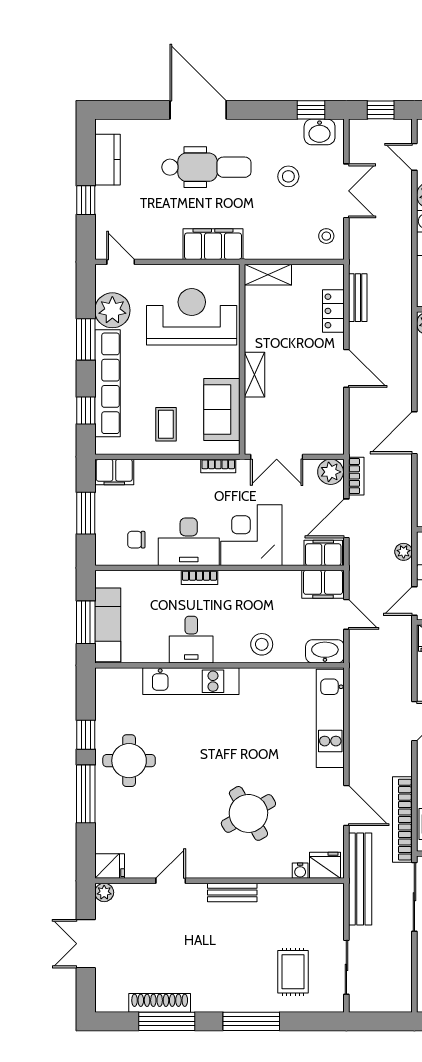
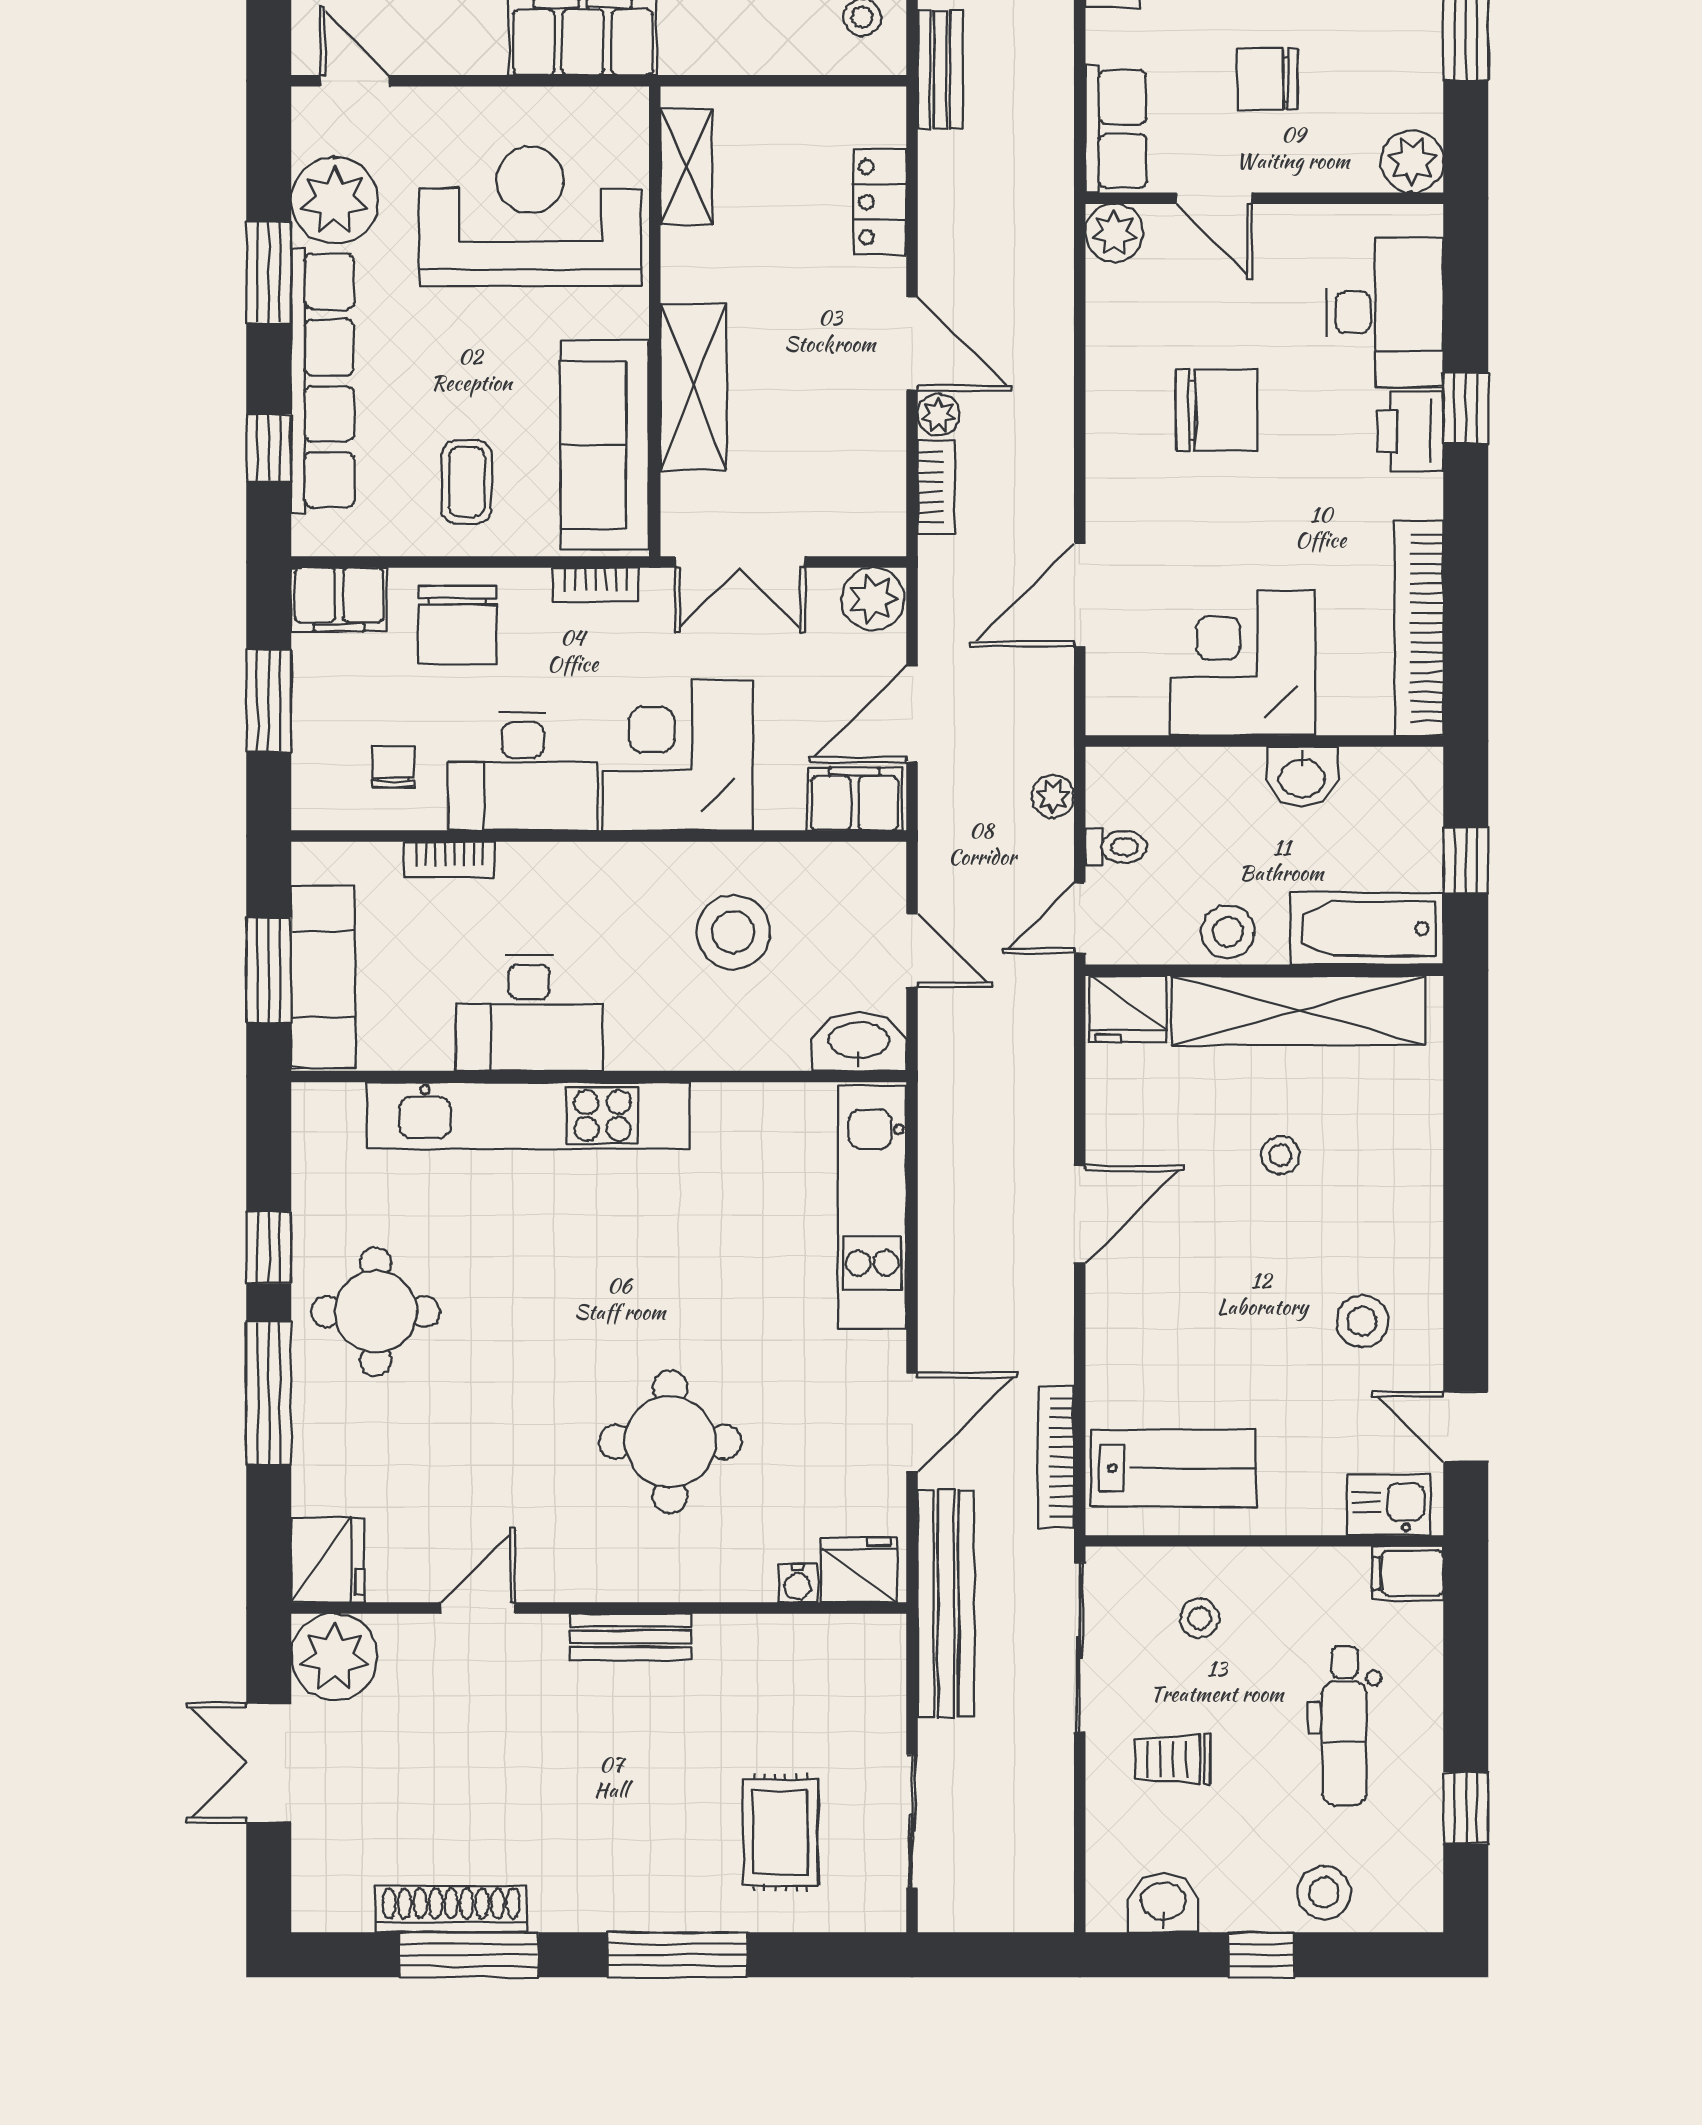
shelving: (268, 275) -> (686, 167), moved, turned 90
bench: (358, 298) -> (940, 70), moved
shelving: (254, 375) -> (693, 387), width x1.50, depth x1.33
plant: (357, 397) -> (939, 415), added
sofa: (222, 409) -> (605, 445), width x1.36
door: (414, 433) -> (1080, 595), moved
bookcase: (356, 476) -> (936, 487), moved
chair: (162, 482) -> (457, 625), added
chair: (136, 540) -> (393, 766), turned 90
bookcase: (200, 577) -> (449, 860), moved
filing cabinet: (323, 584) -> (854, 876), removed
desk: (191, 640) -> (529, 1013), width x1.37
stool: (262, 644) -> (733, 932), moved, width x1.38, depth x1.38
kitchen unit: (191, 681) -> (528, 1116), width x1.36
door: (346, 806) -> (912, 1422), hinge flipped
round table: (248, 813) -> (670, 1442), turned 30
bookcase: (402, 820) -> (1056, 1457), width x0.68, depth x0.76
fridge: (110, 866) -> (328, 1560), width x1.38
plant: (104, 892) -> (334, 1657), width x1.87, depth x1.87

